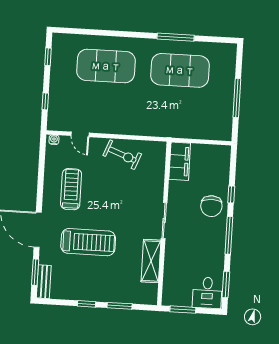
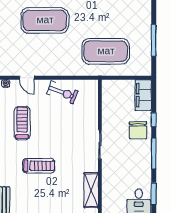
exercise mat: (180, 70) -> (106, 51), moved
filing cabinet: (180, 161) -> (143, 95), moved, turned 180
treadmill: (88, 242) -> (39, 166), width x0.73, depth x0.73
shelving: (151, 261) -> (91, 190), moved

